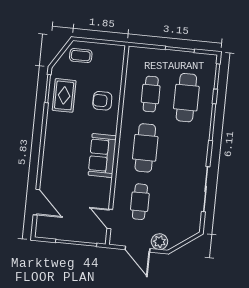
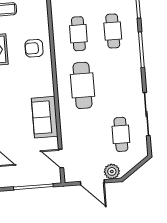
cafe table: (186, 98) -> (113, 31), width x0.73, depth x0.74
sofa: (102, 156) -> (45, 117), moved
cafe table: (140, 202) -> (121, 134), moved

